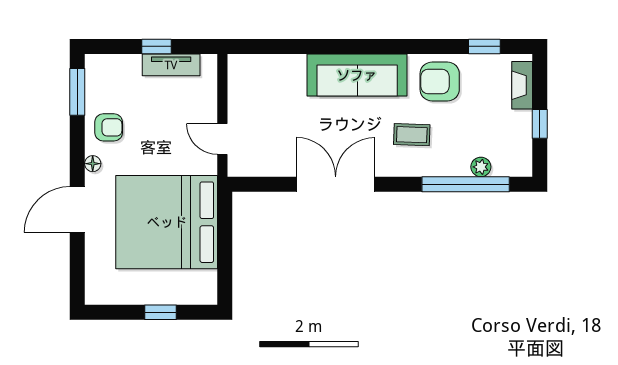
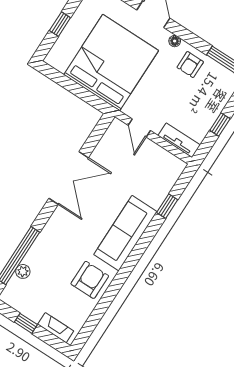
window: (484, 46) -> (167, 206), moved
tv unit: (171, 65) -> (179, 140), moved, turned 90
coffee table: (412, 135) -> (69, 243), removed
door: (222, 139) -> (139, 128), swing flipped

